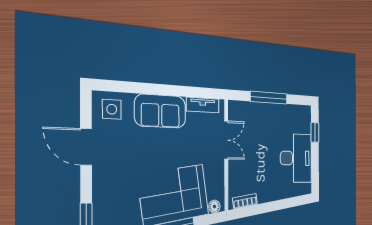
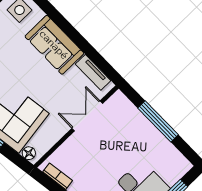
double door: (226, 140) -> (87, 116), swing flipped

